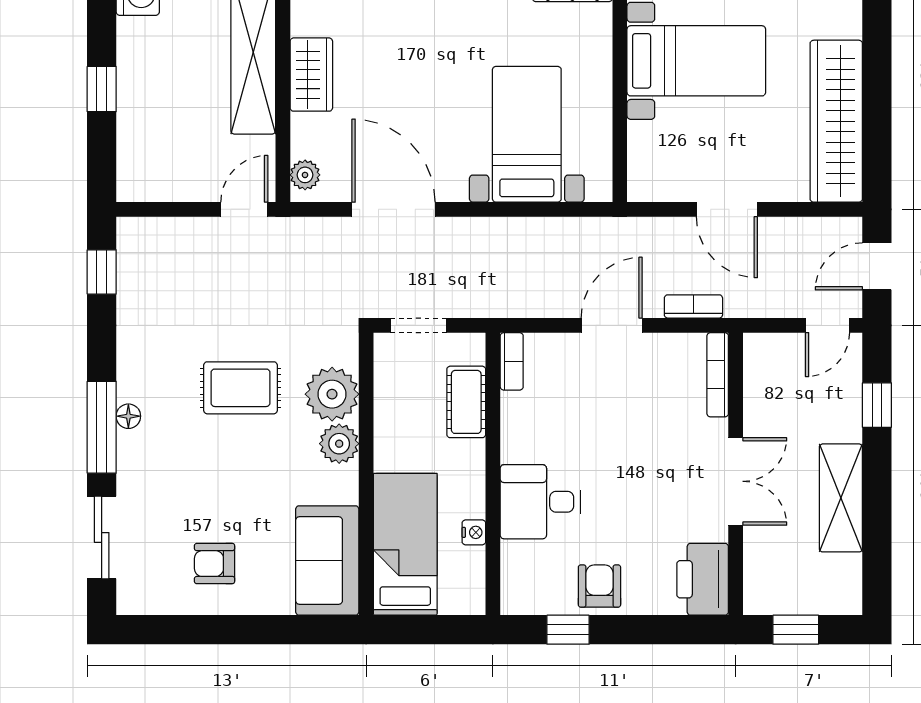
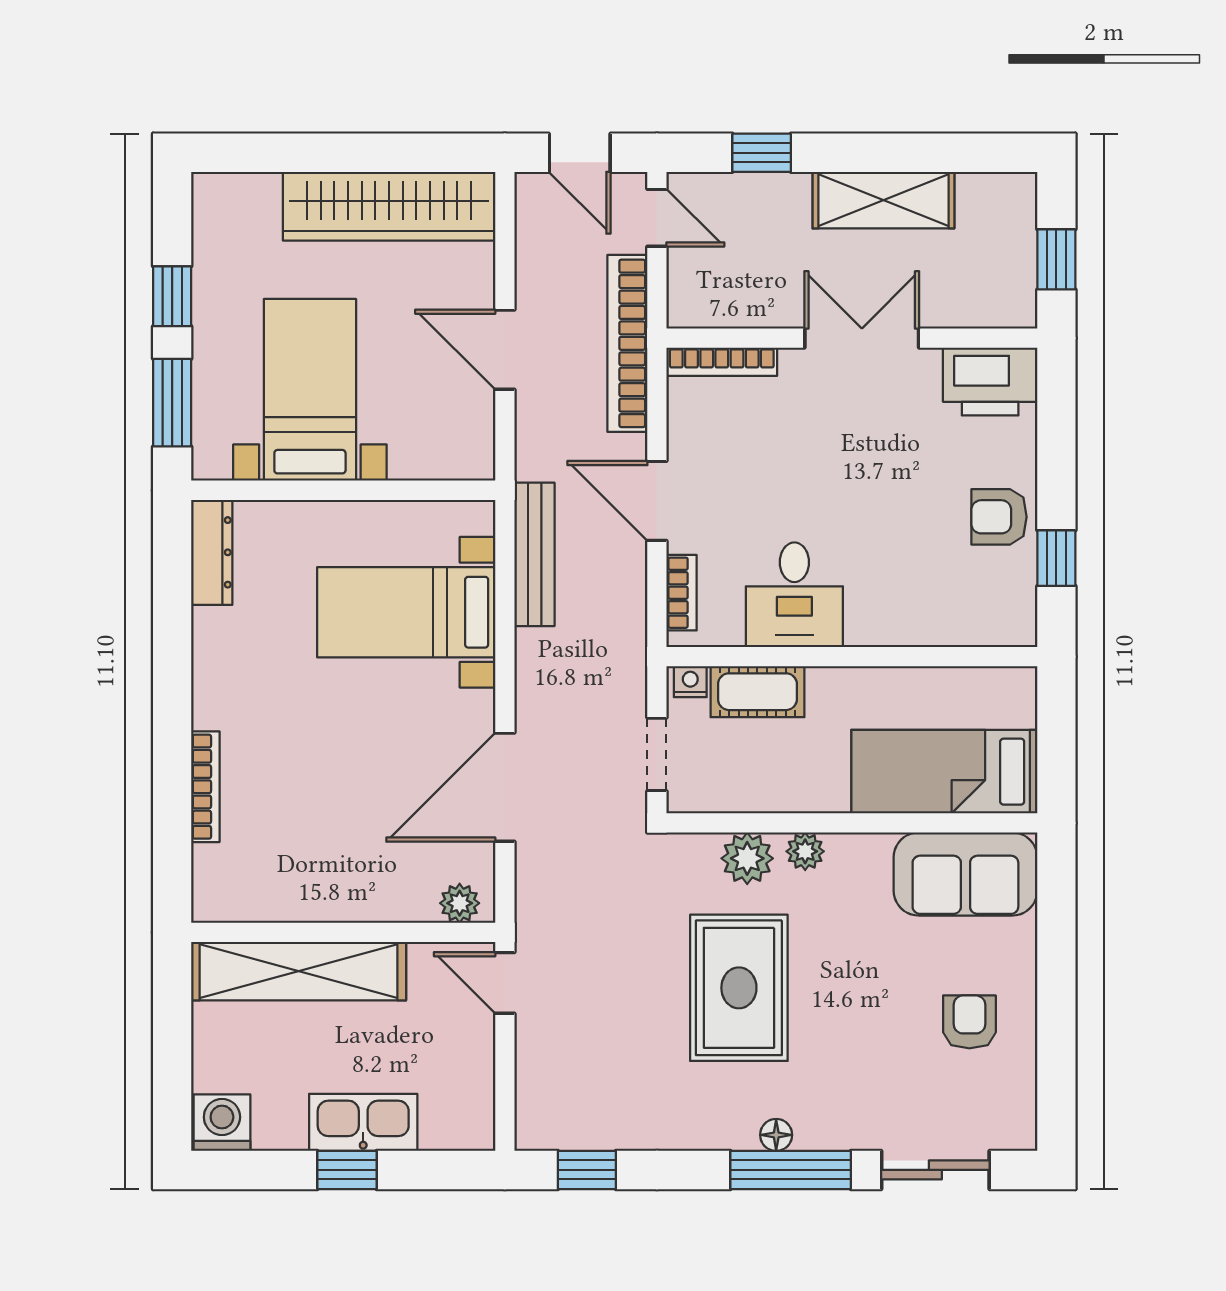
wardrobe: (311, 75) -> (328, 895), removed
kitchen sink: (138, 101) -> (363, 1122), added
door: (727, 209) -> (505, 350), swing flipped
bench: (571, 232) -> (534, 554), added
bookcase: (693, 306) -> (627, 343), width x2.31, depth x1.31
bookcase: (512, 361) -> (682, 593), moved, turned 90
rug: (241, 388) -> (739, 988), width x1.36, depth x1.43
plant: (332, 394) -> (747, 858), width x0.73, depth x0.73
plant: (339, 444) -> (805, 851), width x0.73, depth x0.73
desk: (540, 502) -> (794, 595), moved
nightstand: (474, 532) -> (690, 682), moved
armchair: (215, 564) -> (969, 1022), turned 180

